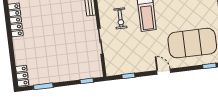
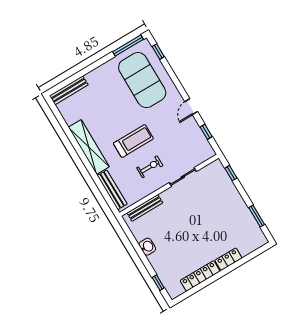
door: (164, 72) -> (191, 107), moved
locker: (22, 76) -> (228, 259), moved

